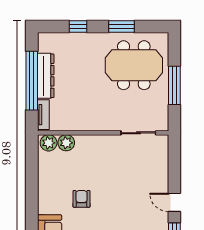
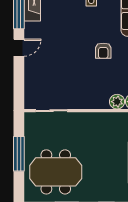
door: (174, 202) -> (19, 48), hinge flipped

